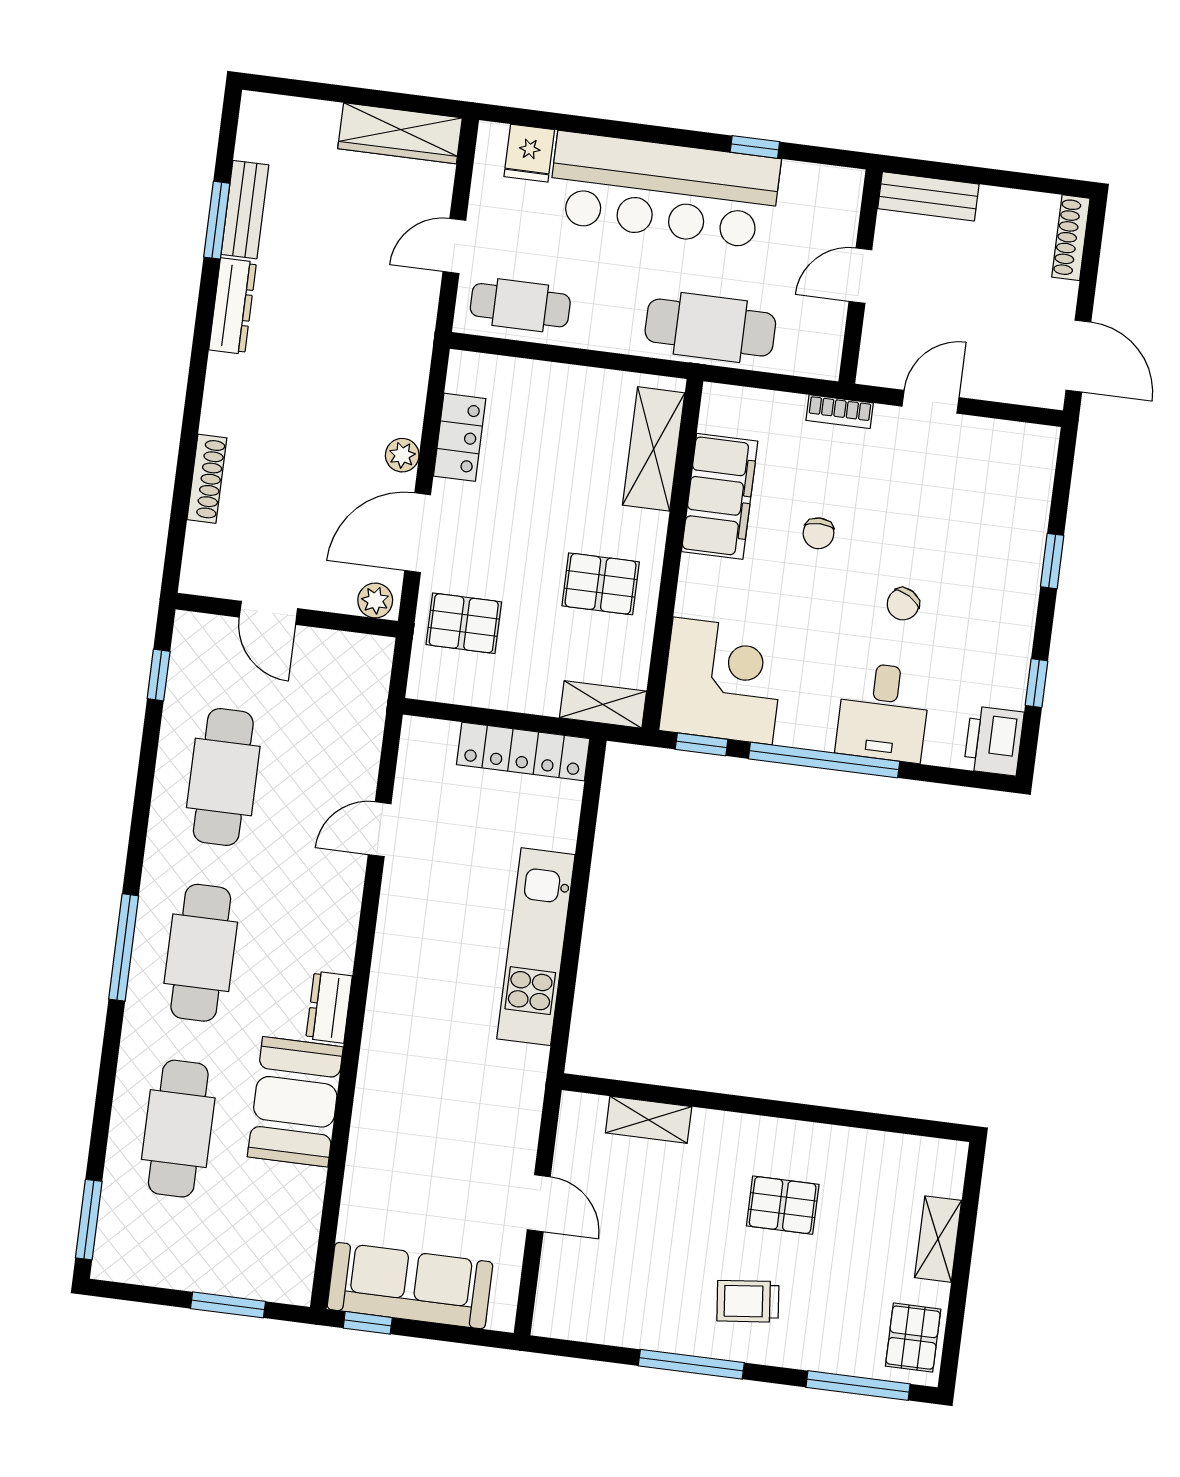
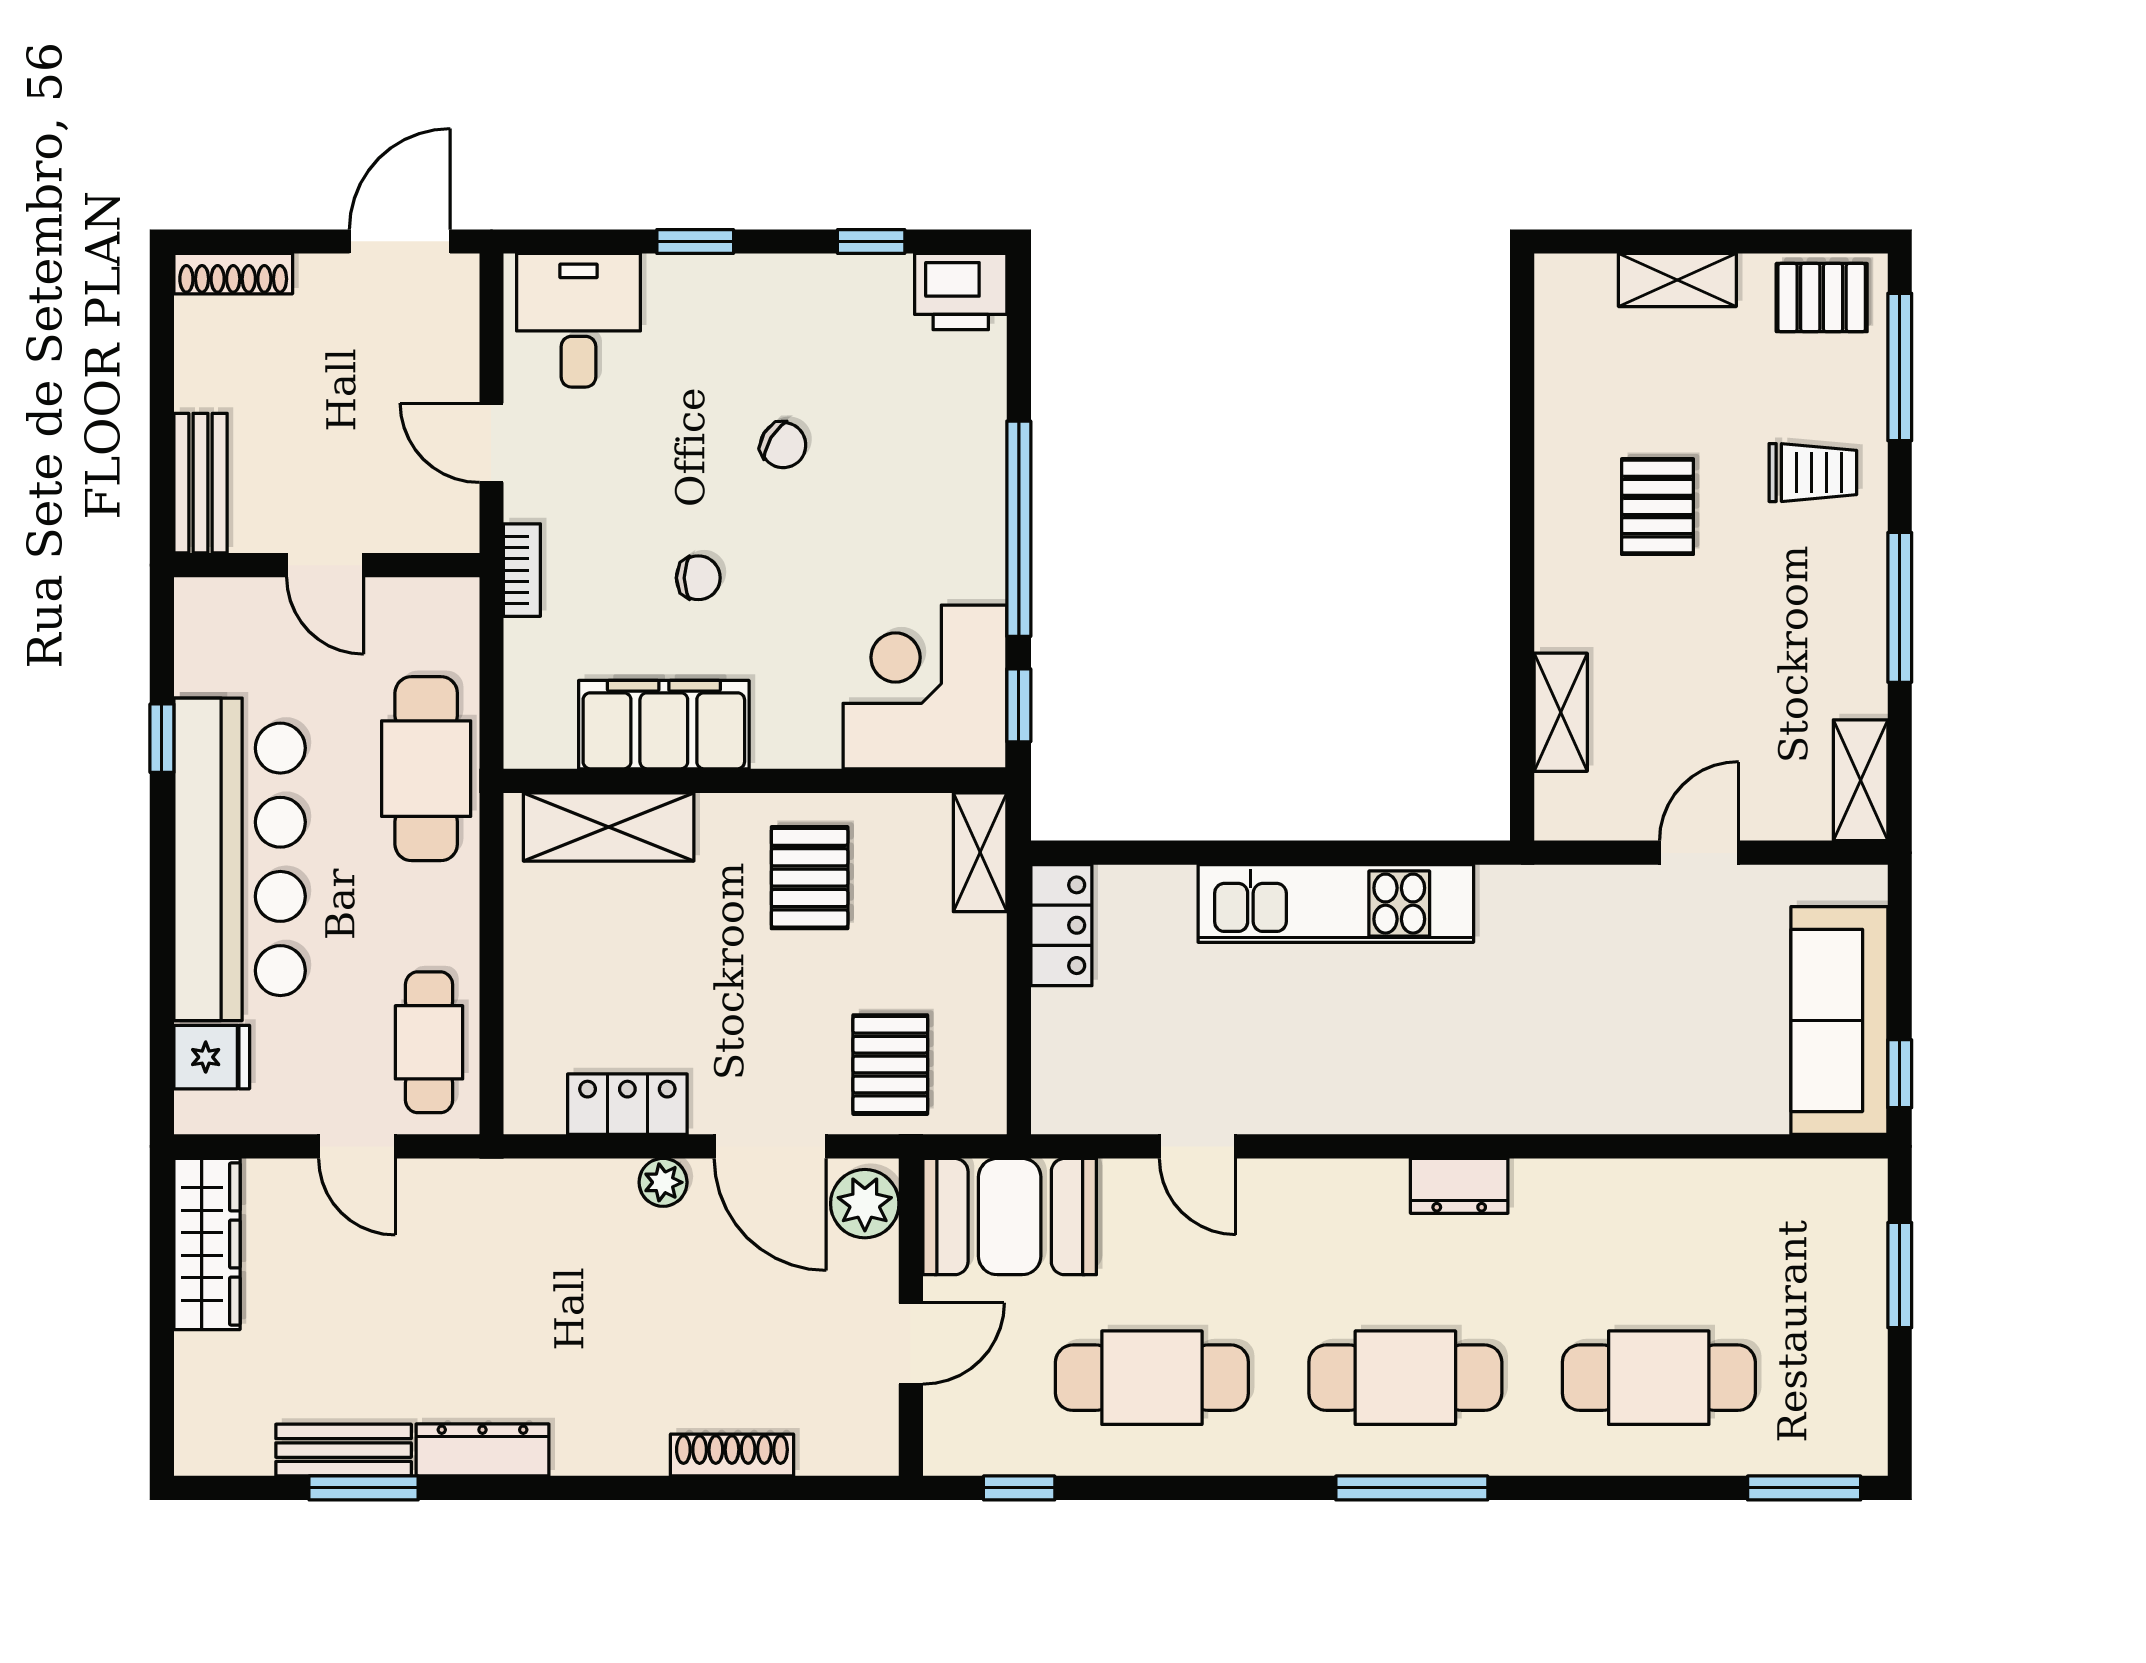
plant: (375, 600) -> (865, 1204), width x1.38, depth x1.38
desk: (883, 712) -> (578, 320), moved, turned -90
locker: (523, 752) -> (1061, 925), width x0.66
booth: (295, 1102) -> (1010, 1217), moved
trolley: (748, 1301) -> (1813, 473), moved, turned -84
shelving: (575, 1322) -> (1861, 780), added

